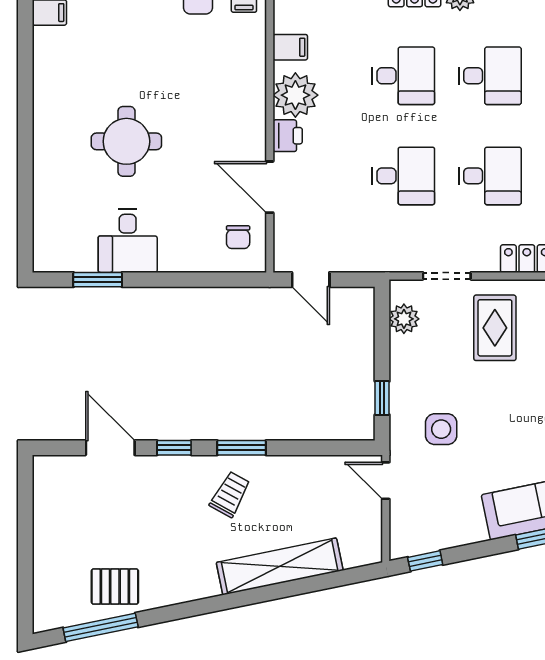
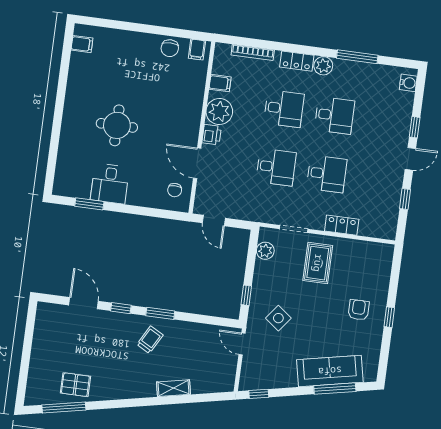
side table: (441, 429) -> (278, 318), turned 37
shelving: (280, 566) -> (173, 388), width x0.45, depth x0.75

